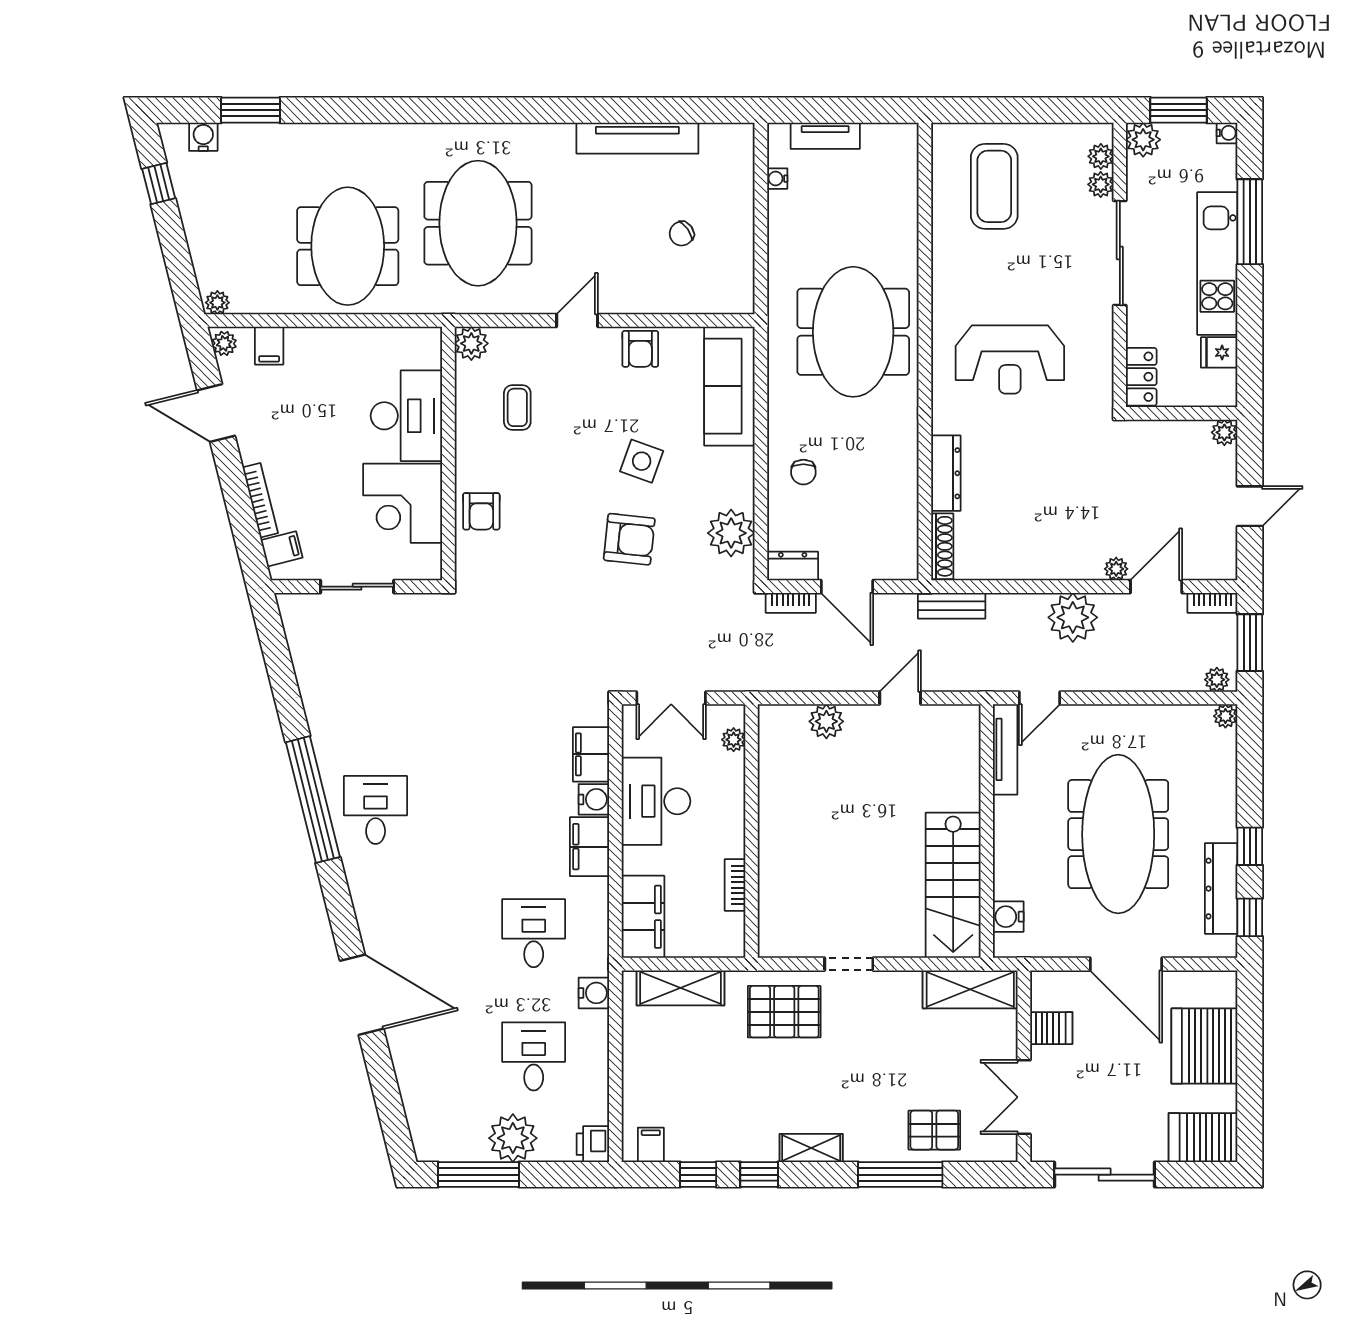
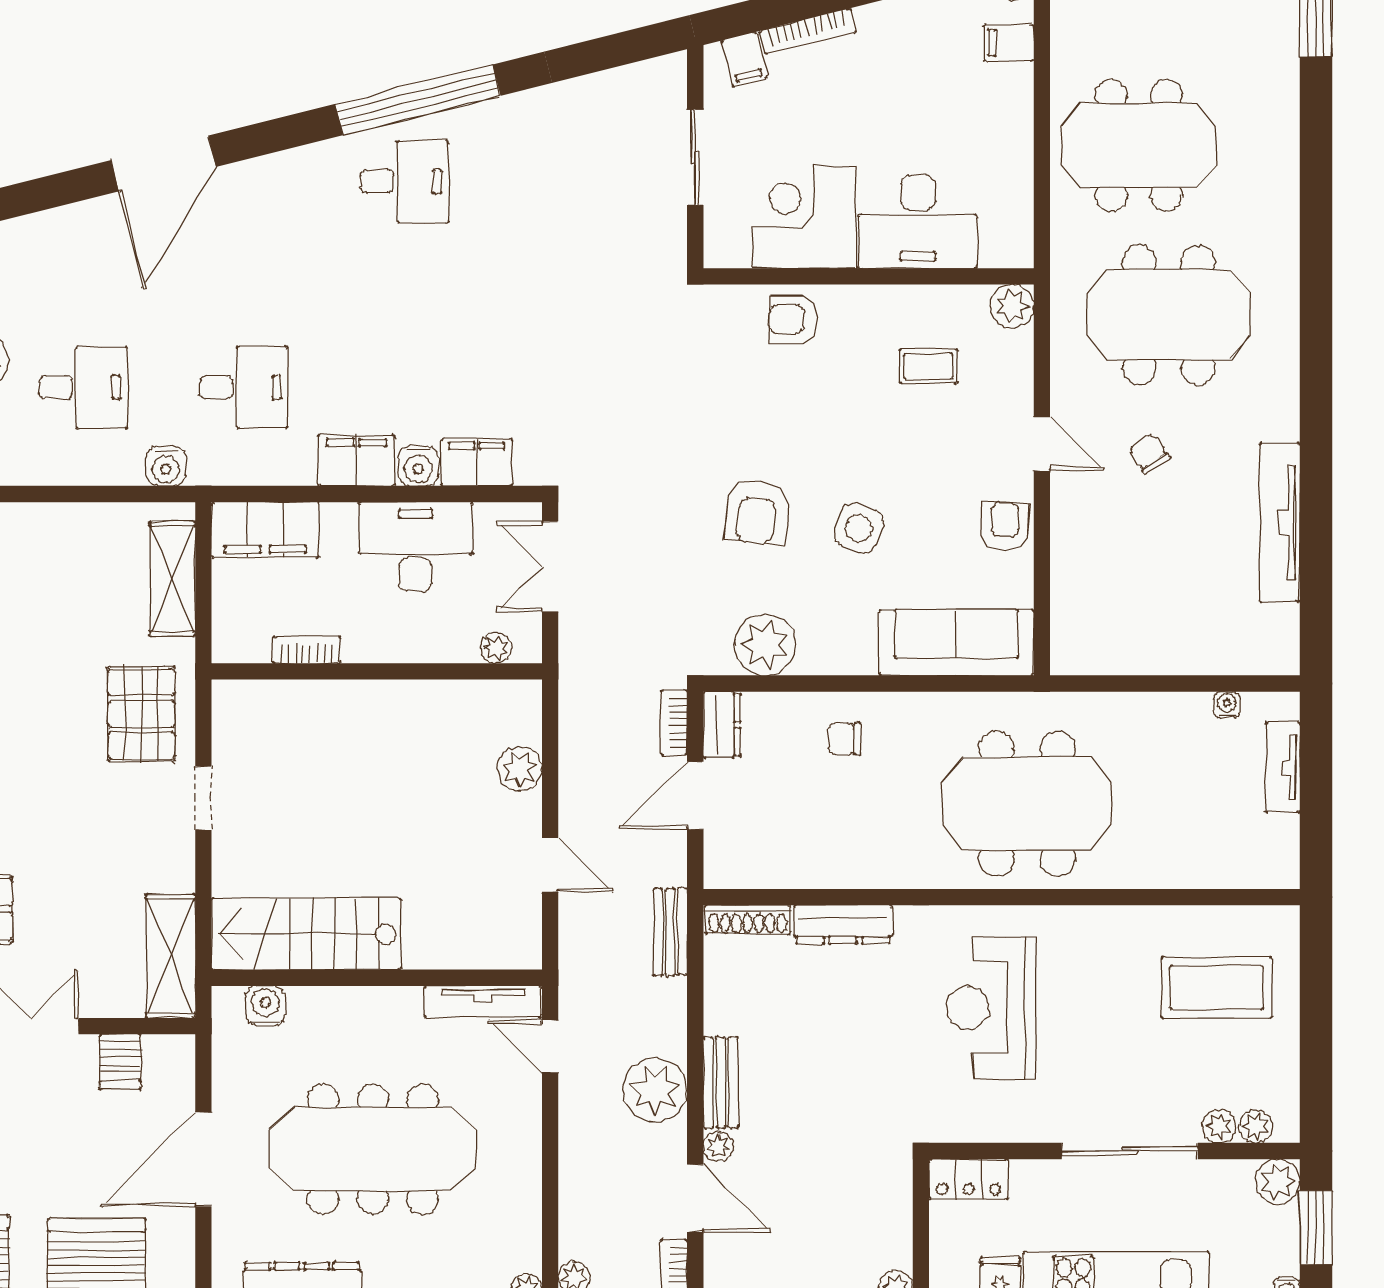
chair: (682, 234) -> (1149, 453), moved
armchair: (640, 349) -> (1005, 526), turned 92
bench: (1067, 567) -> (721, 1082), added

